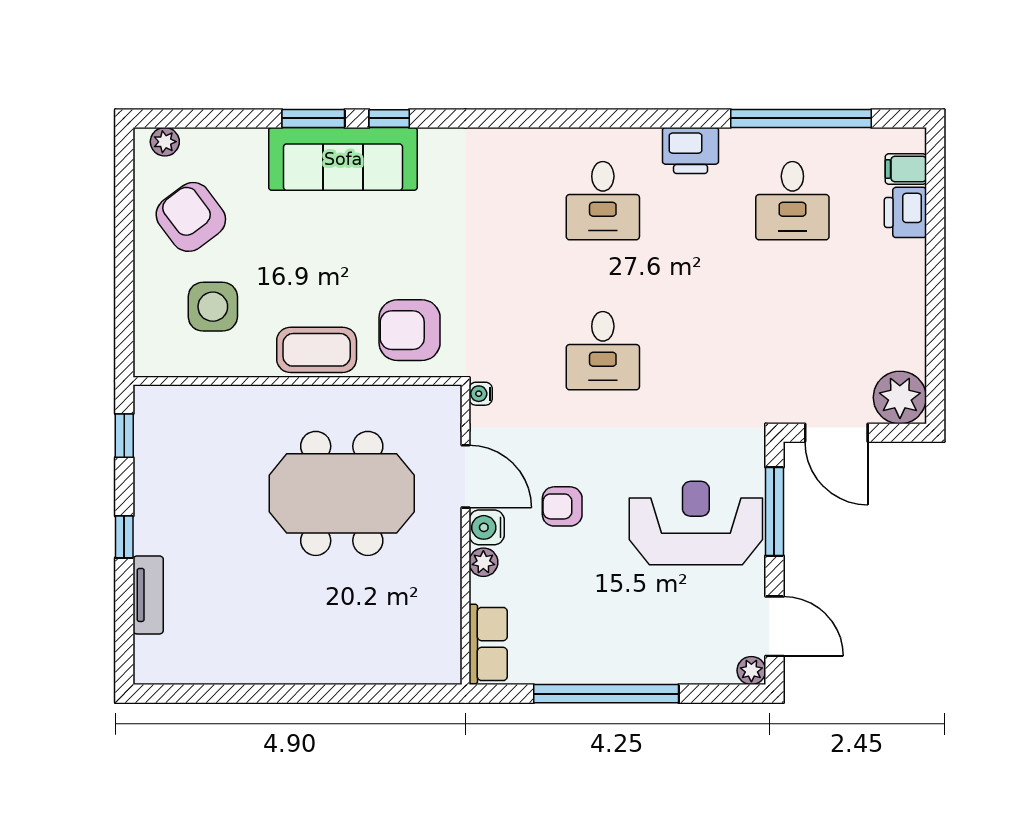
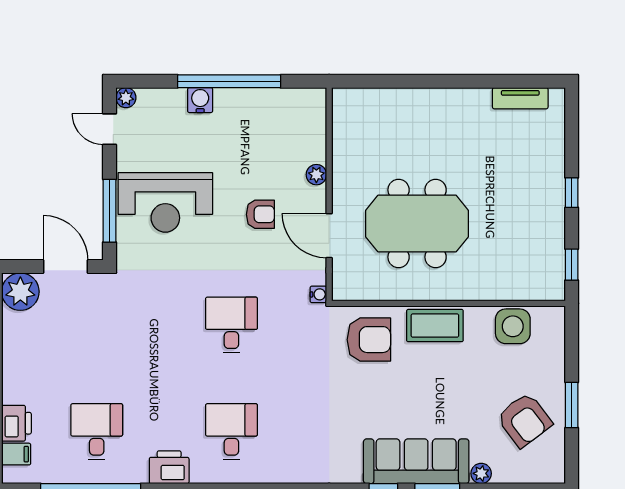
plant: (165, 142) -> (481, 473), moved
window: (124, 238) -> (572, 405), added
side table: (213, 307) -> (513, 326), moved
water cooler: (487, 527) -> (200, 100), moved, turned -90
tv unit: (148, 595) -> (520, 98), moved, turned -90
door: (774, 626) -> (109, 129), width x0.73
row of seats: (488, 644) -> (313, 116), removed

